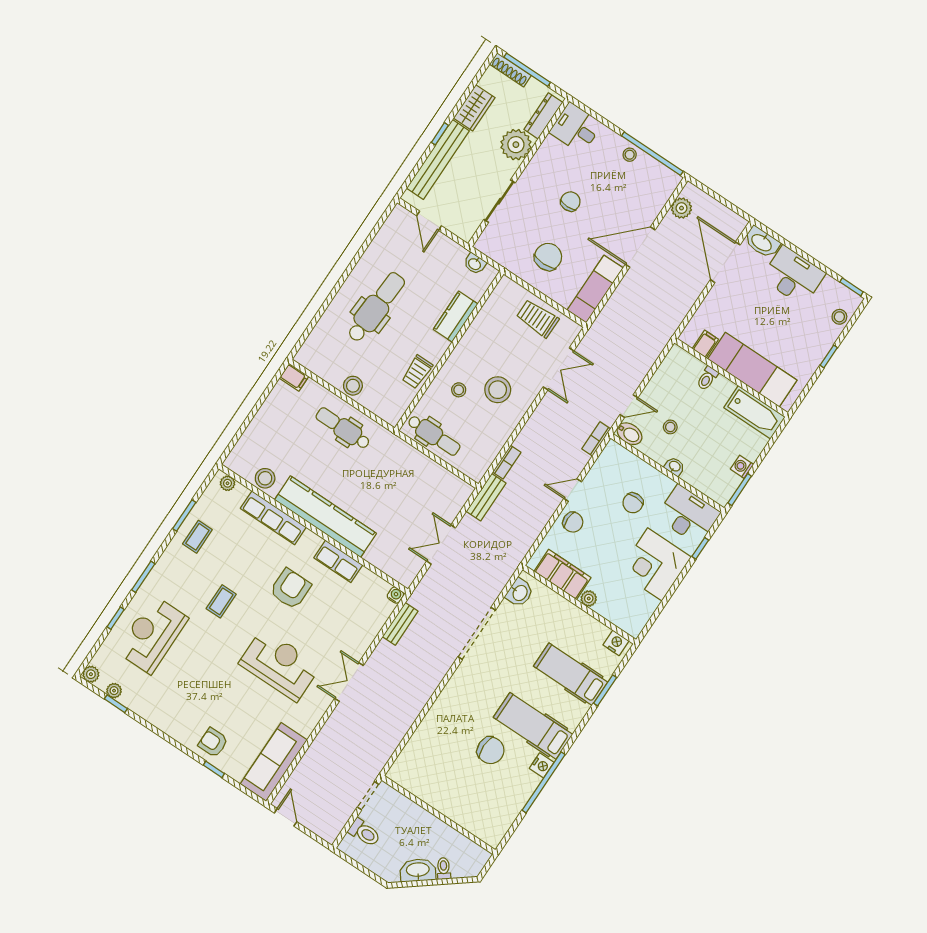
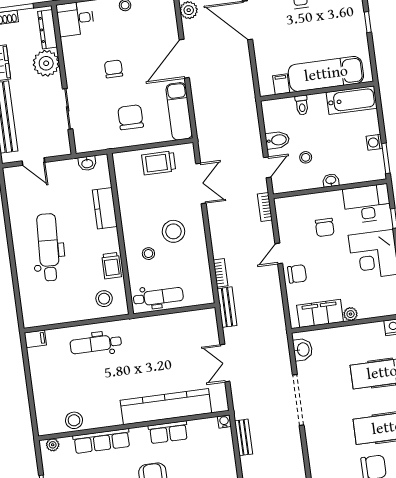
stool: (353, 386) -> (104, 299), moved
bidet: (630, 434) -> (277, 140), moved
kitchen counter: (325, 517) -> (166, 407), moved

